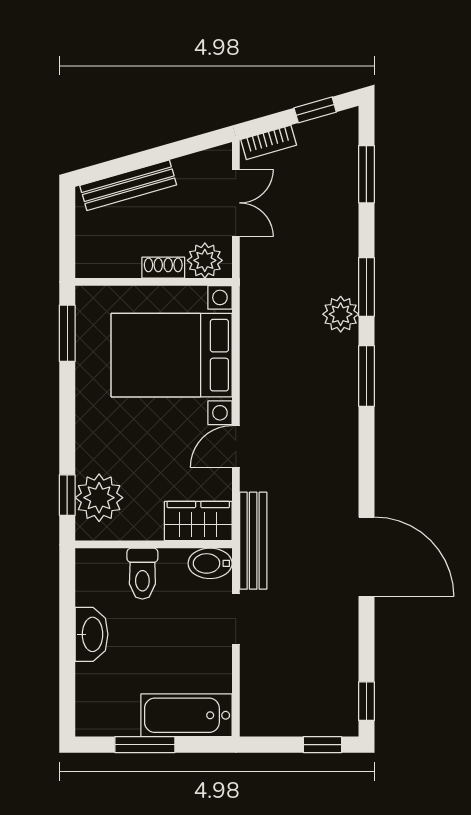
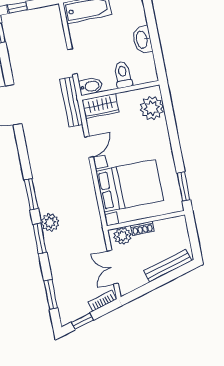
window: (67, 495) -> (168, 106), removed

